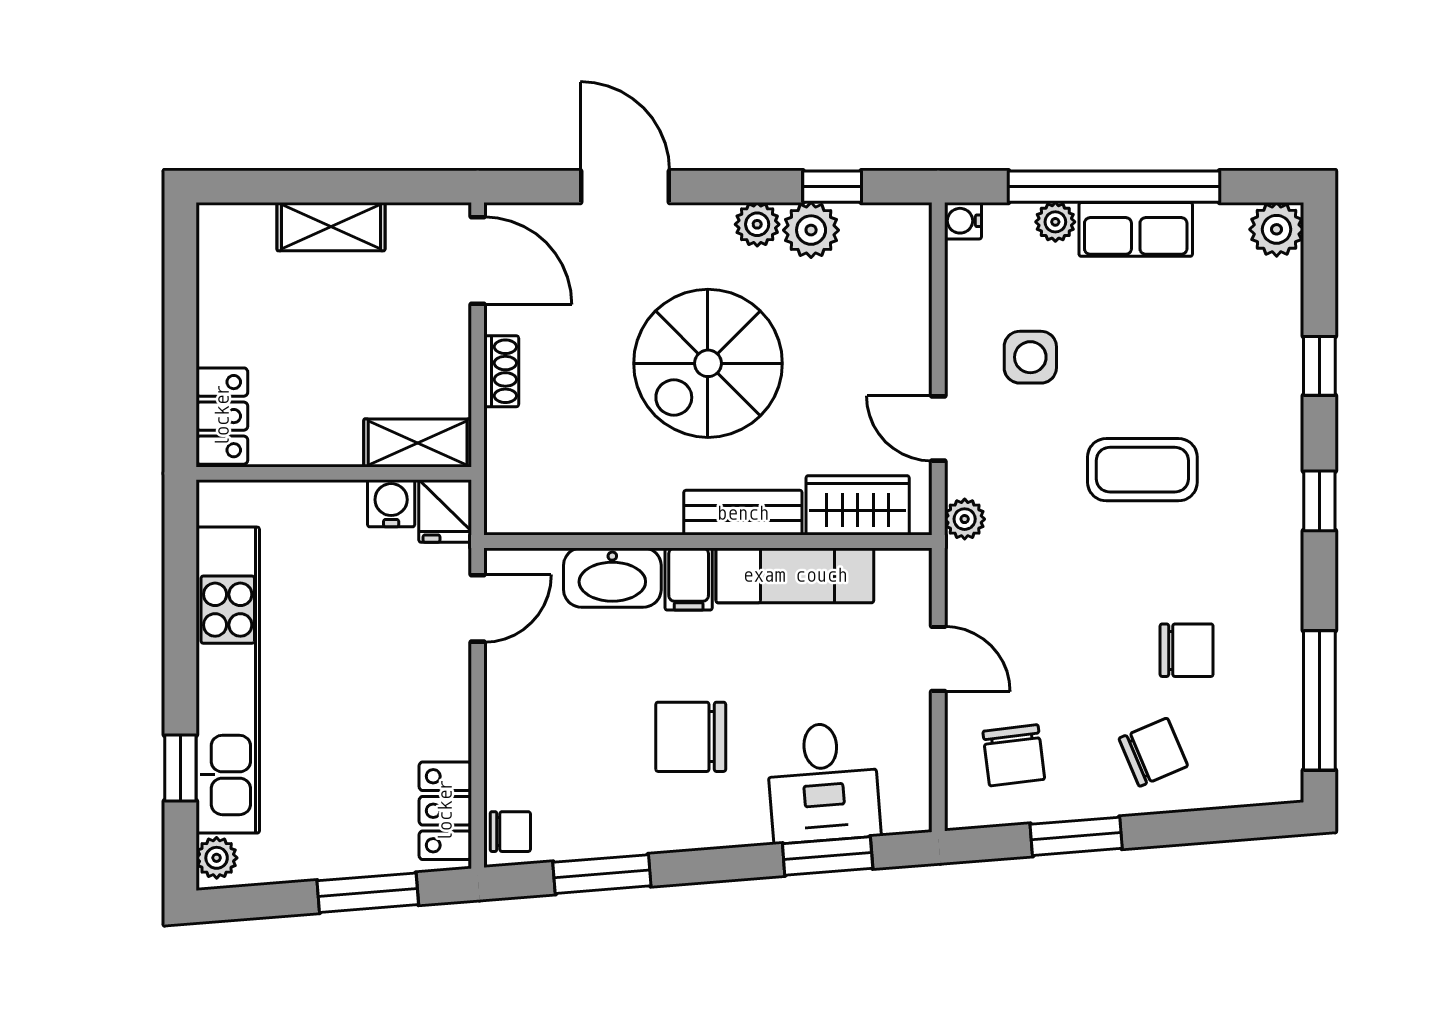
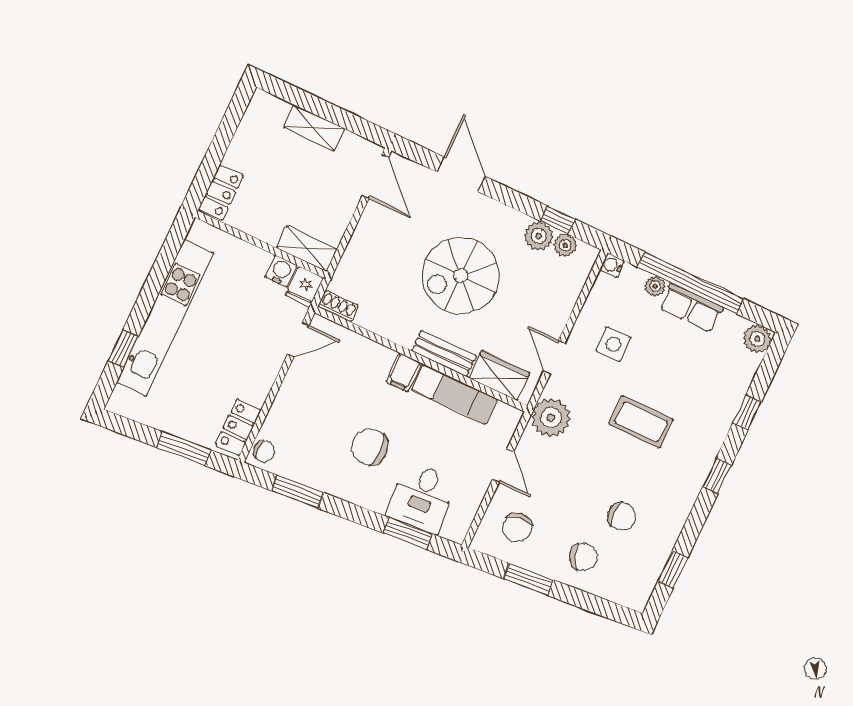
plant: (757, 224) -> (565, 245), moved
shoe rack: (501, 371) -> (338, 306), moved, turned -90
plant: (965, 519) -> (551, 418), width x1.88, depth x1.88
washbasin: (612, 578) -> (368, 355), removed
window: (1319, 700) -> (673, 569), width x0.46
plant: (217, 858) -> (120, 399), removed

